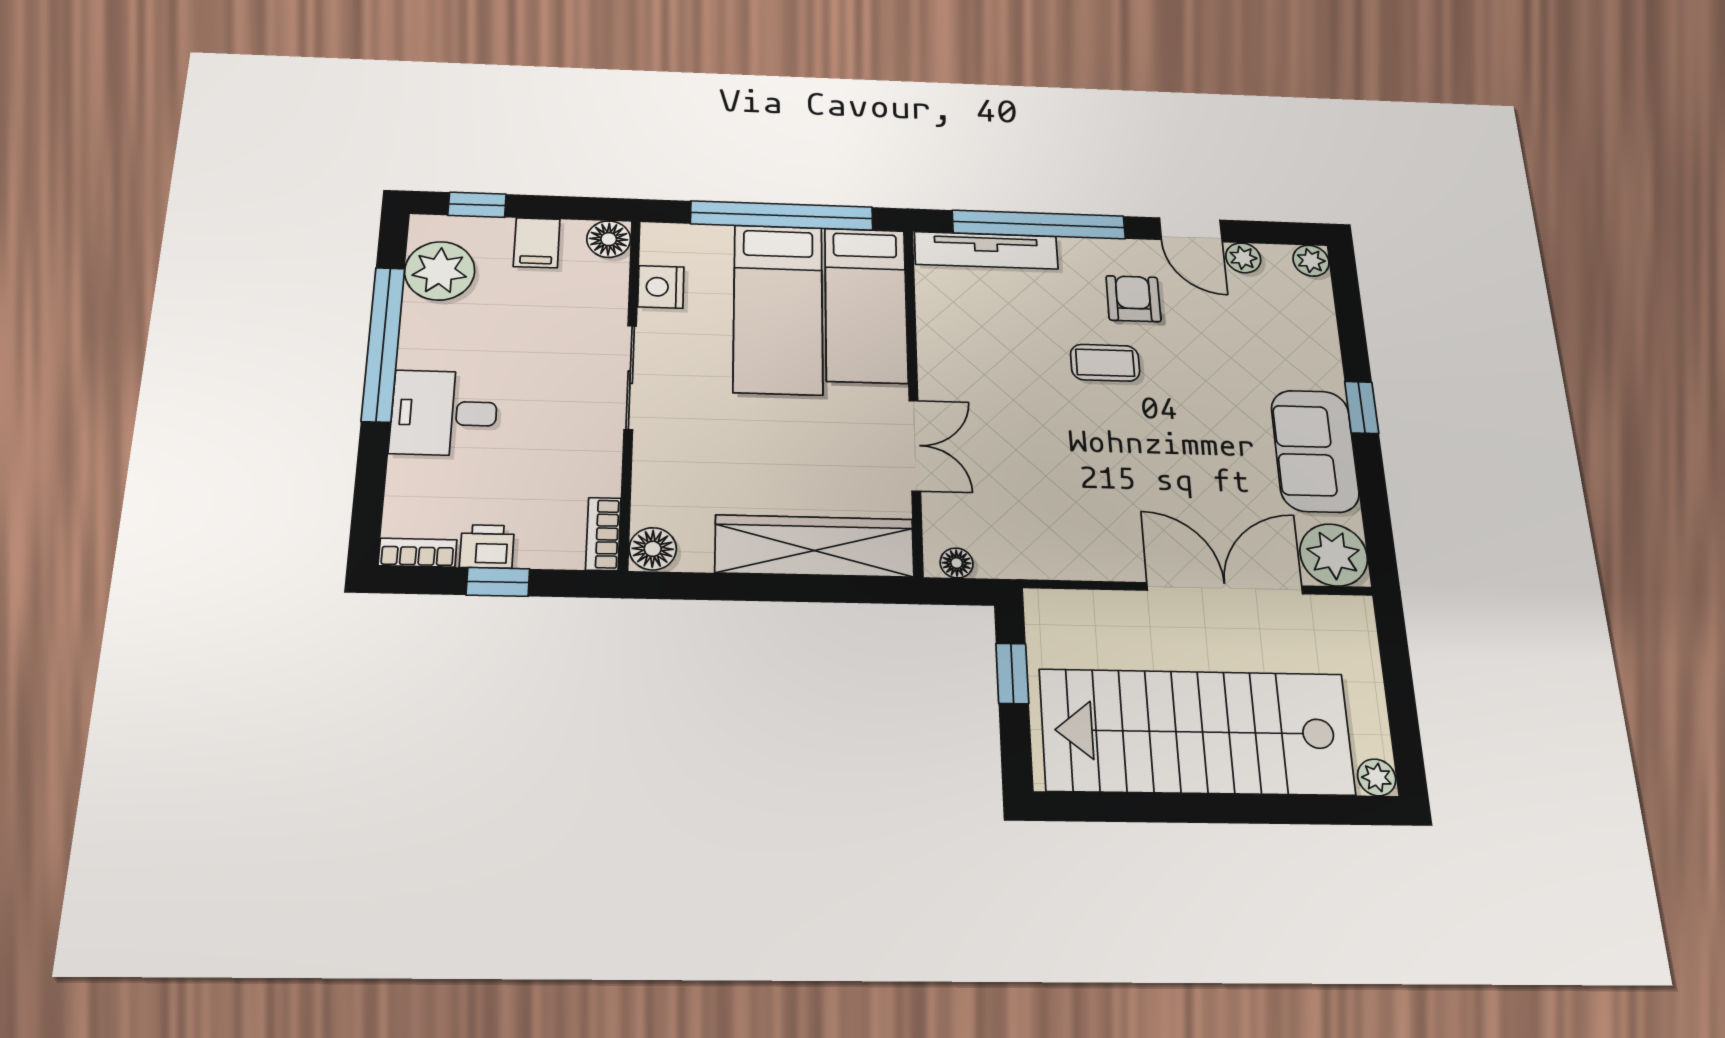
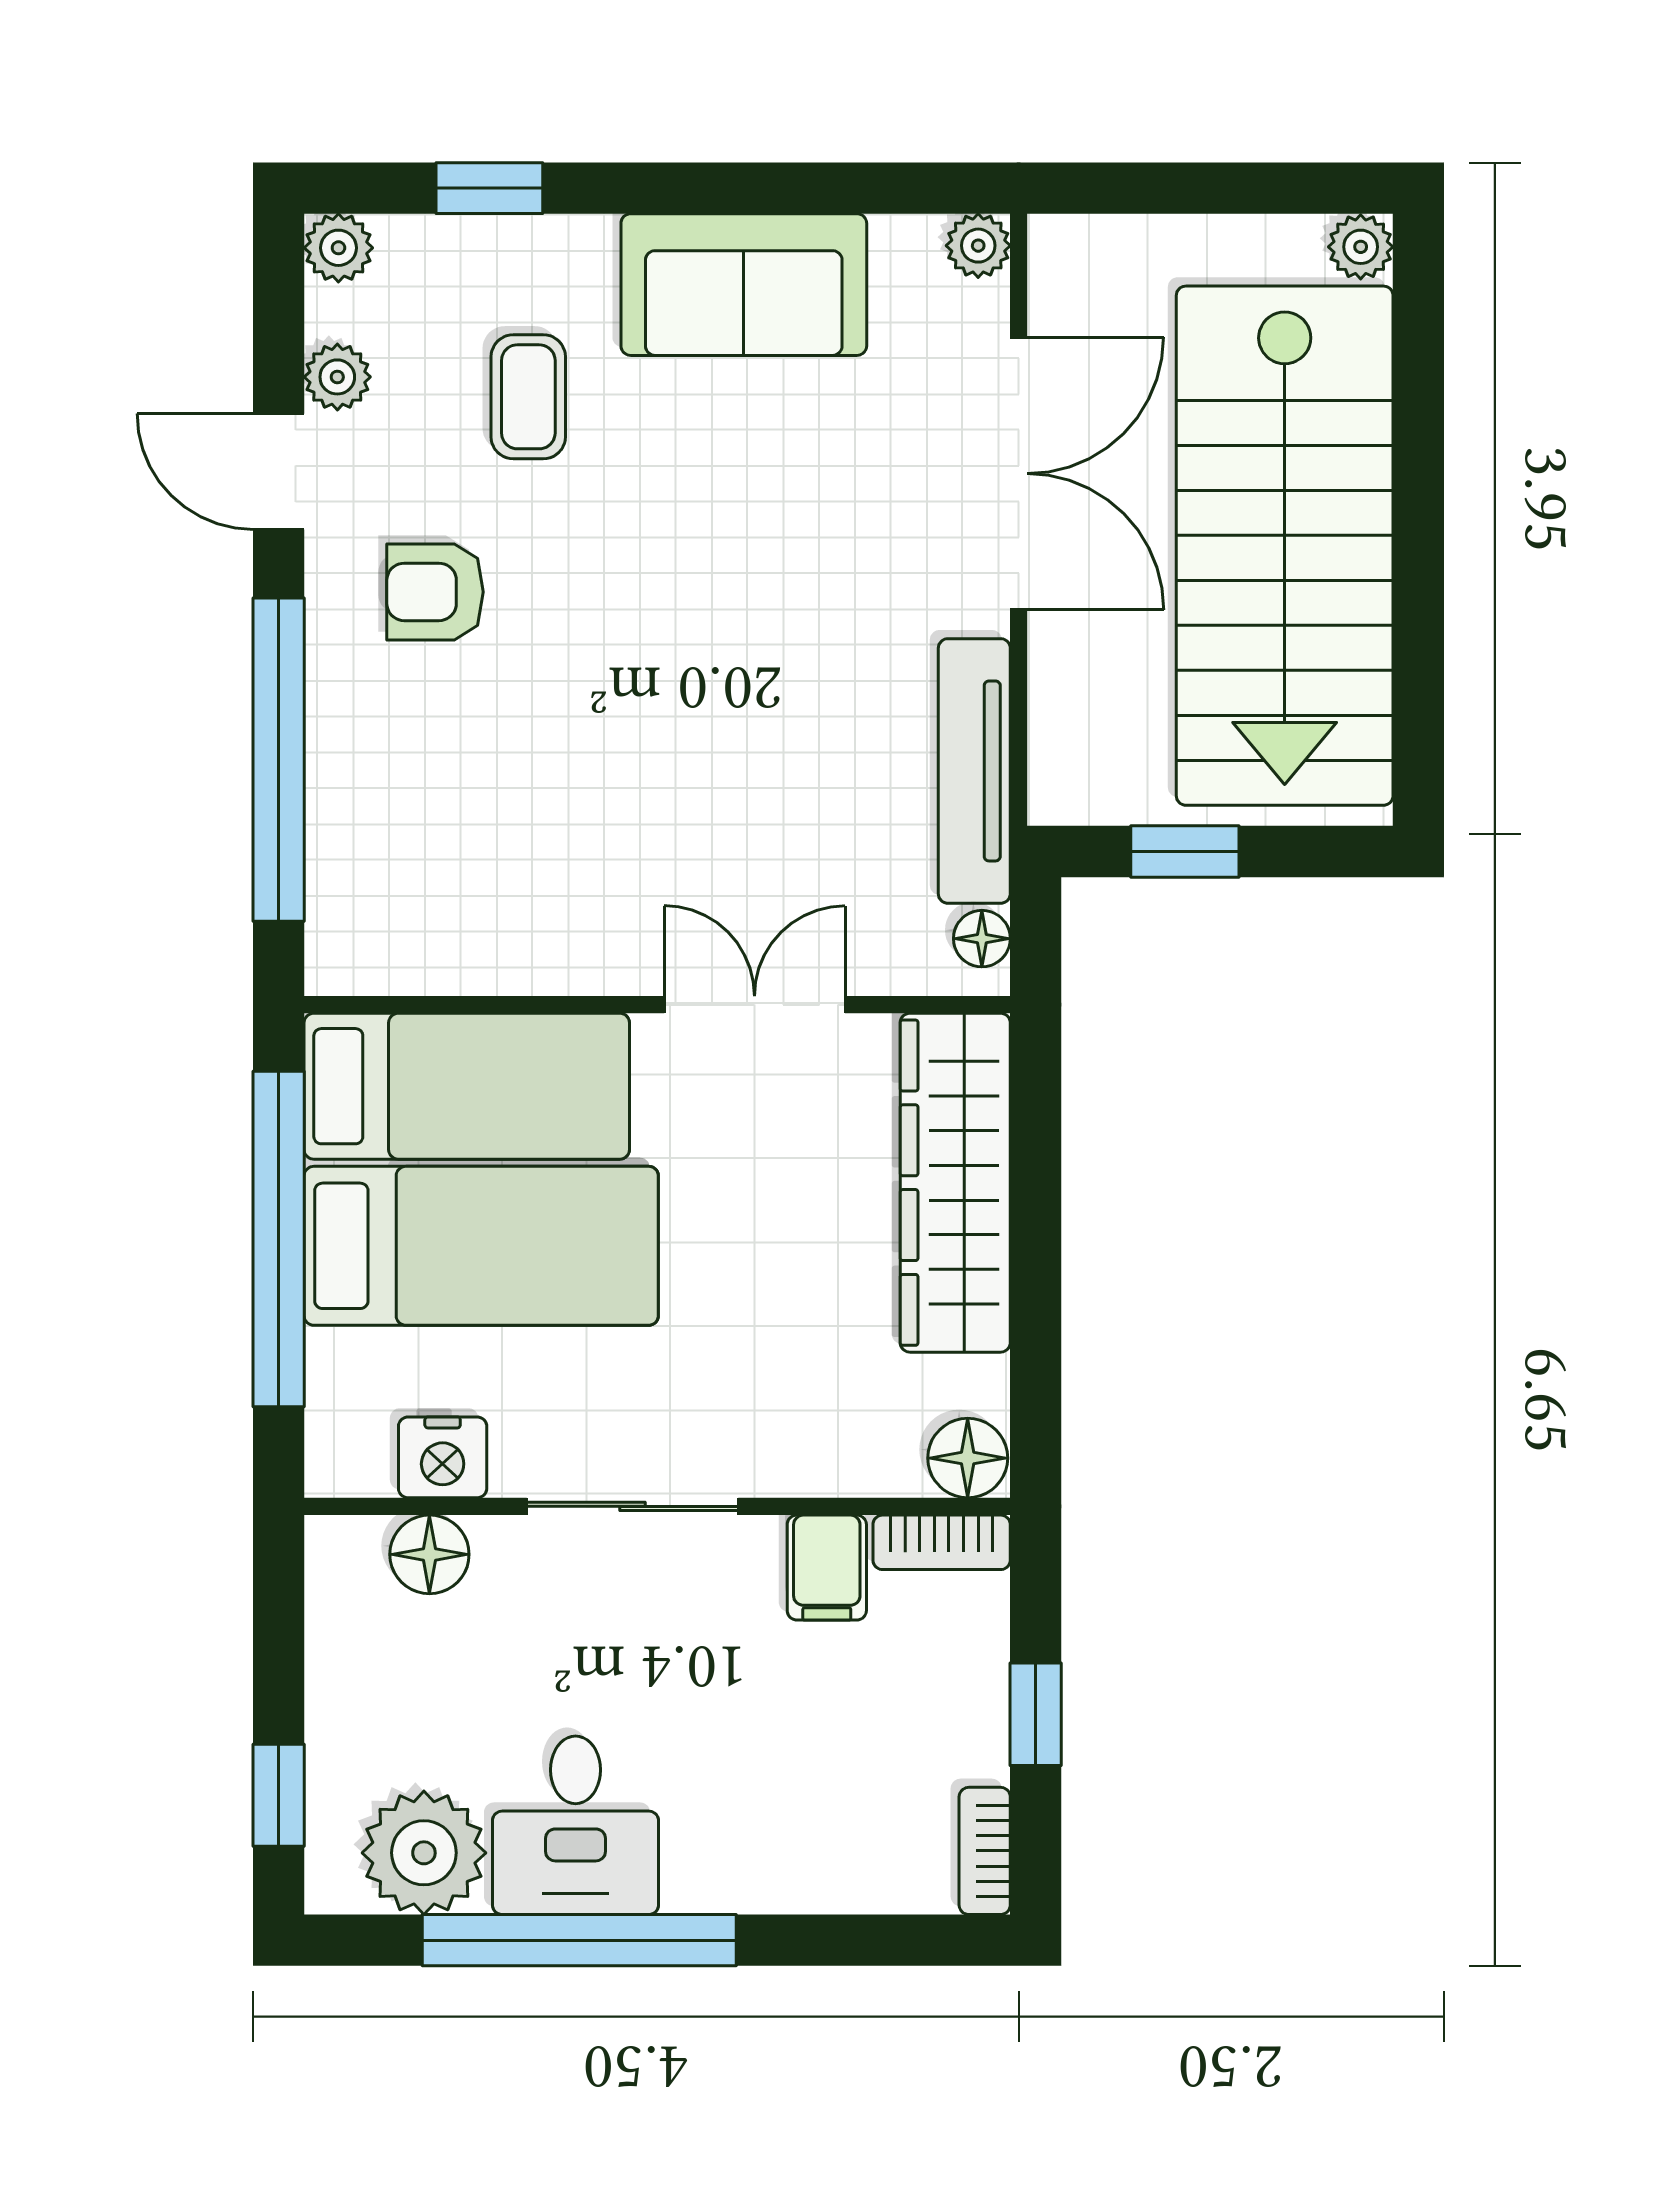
door: (1191, 230) -> (279, 472), swing flipped
floor lamp: (609, 239) -> (429, 1554), moved
filing cabinet: (537, 243) -> (827, 1568), moved, turned 90
tv unit: (986, 250) -> (974, 771), moved, turned 180
coffee table: (1105, 363) -> (528, 397), moved
window: (1362, 407) -> (489, 188), moved
desk: (444, 413) -> (576, 1825), moved
printer: (487, 546) -> (970, 1736), removed
plant: (1334, 555) -> (978, 246), width x0.53, depth x0.53
double door: (1225, 588) -> (1019, 473), swing flipped

